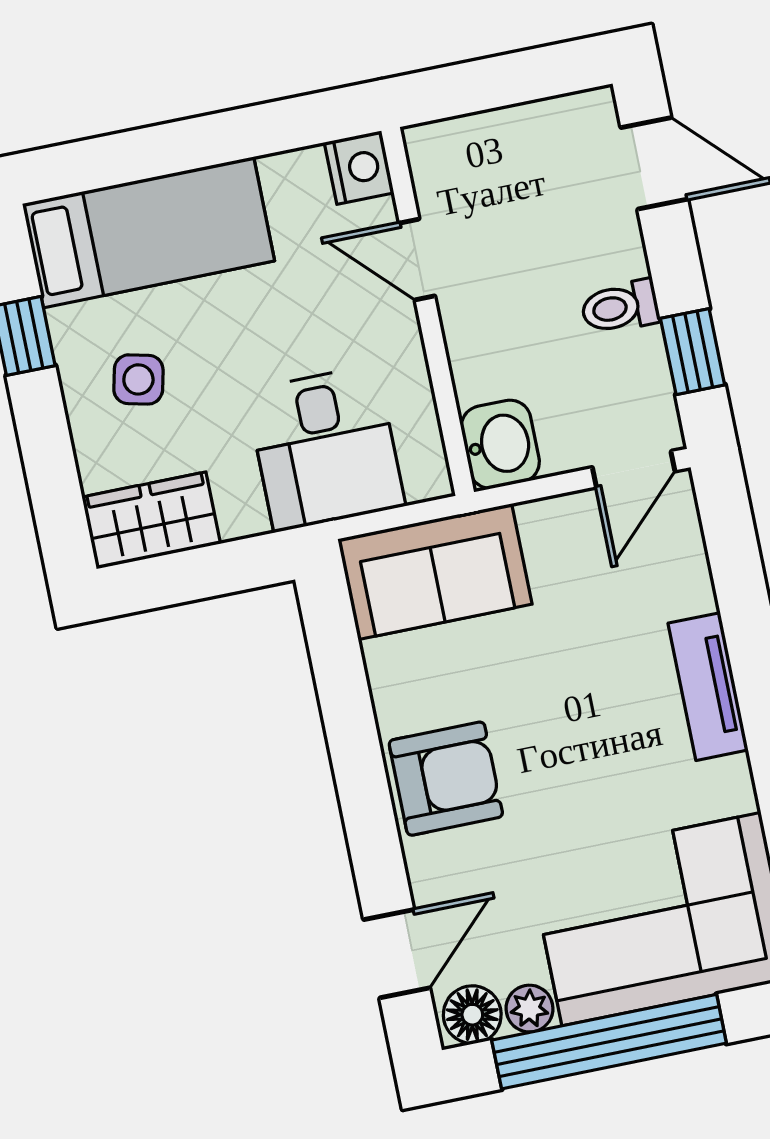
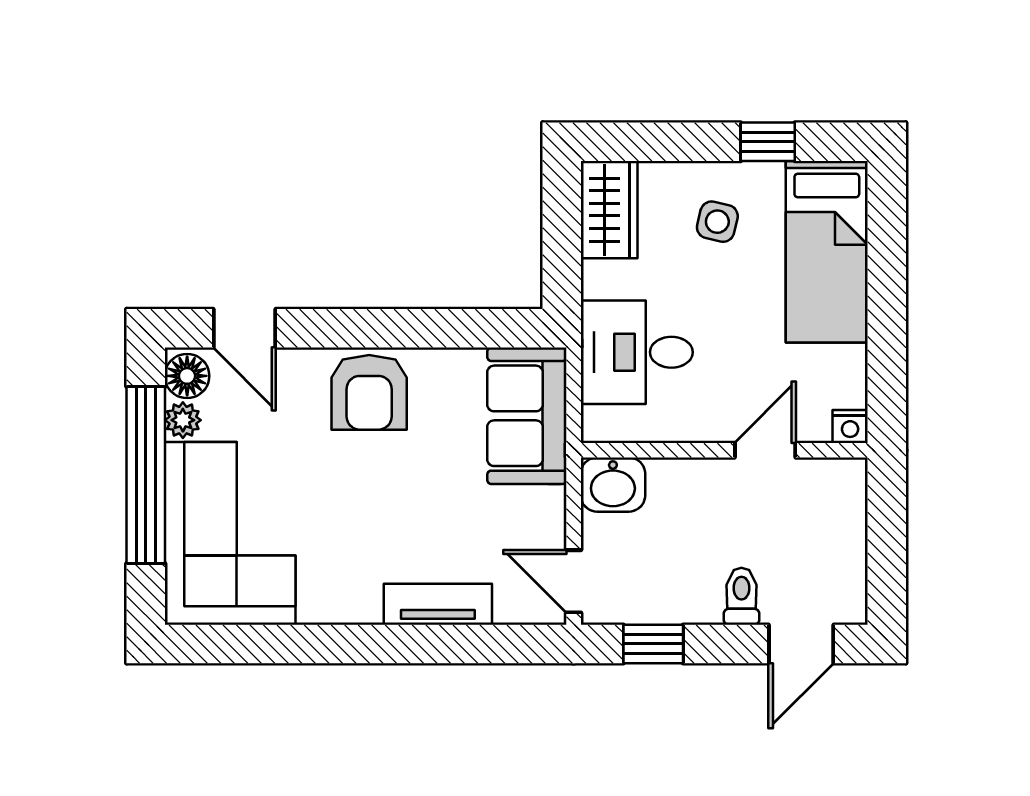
nightstand: (359, 168) -> (850, 426), width x0.72, depth x0.74
toilet: (620, 307) -> (741, 596), moved
tv unit: (708, 687) -> (438, 604), moved

